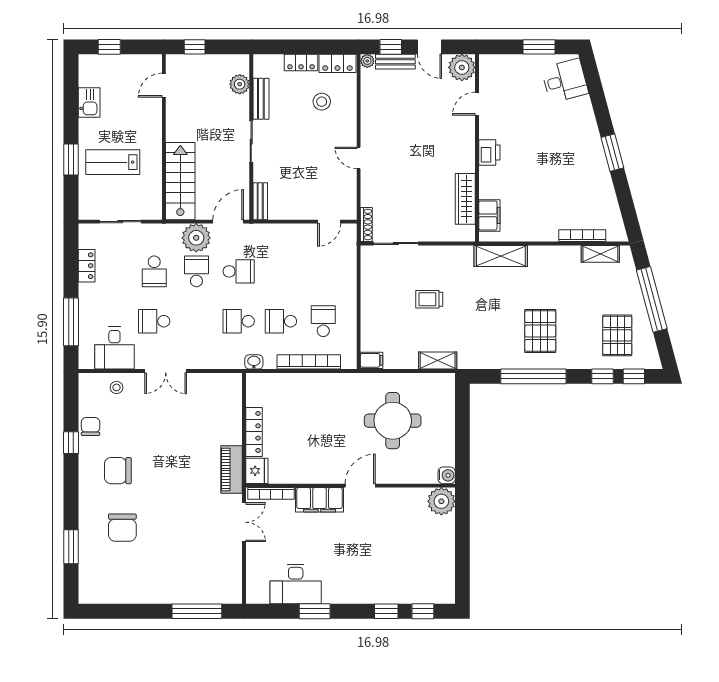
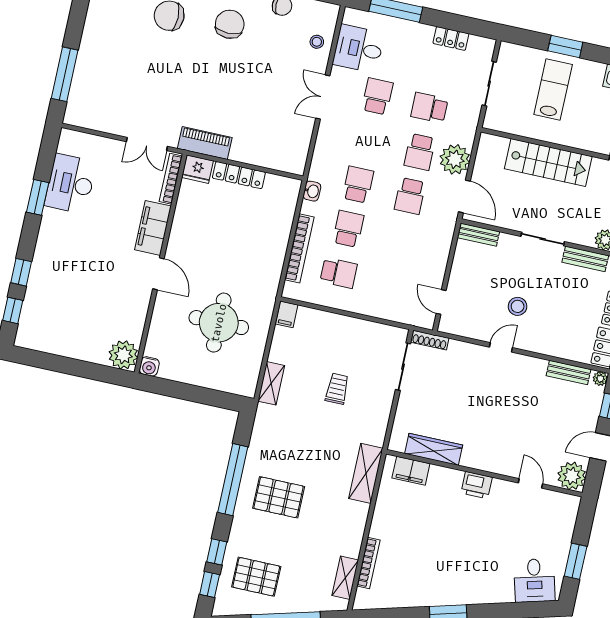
bench: (395, 62) -> (569, 372), moved, turned 90
stool: (322, 102) -> (518, 306), moved
stairs: (180, 181) -> (548, 162), moved
school desk: (196, 271) -> (420, 152), turned 90

